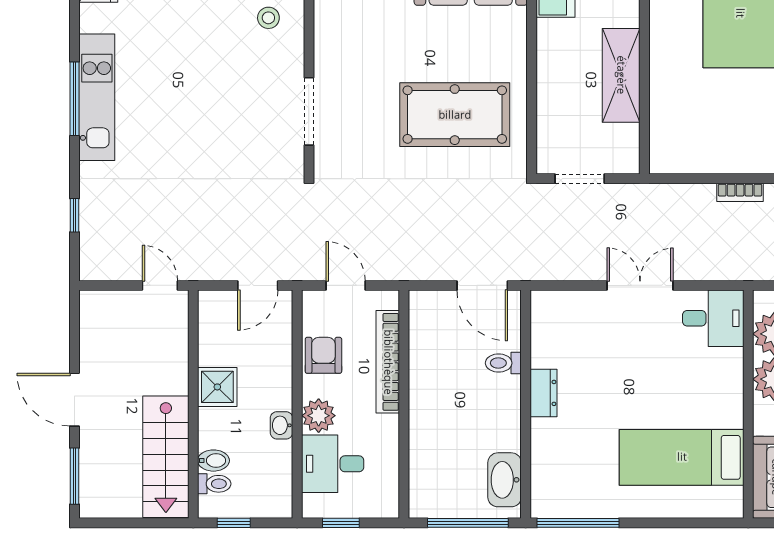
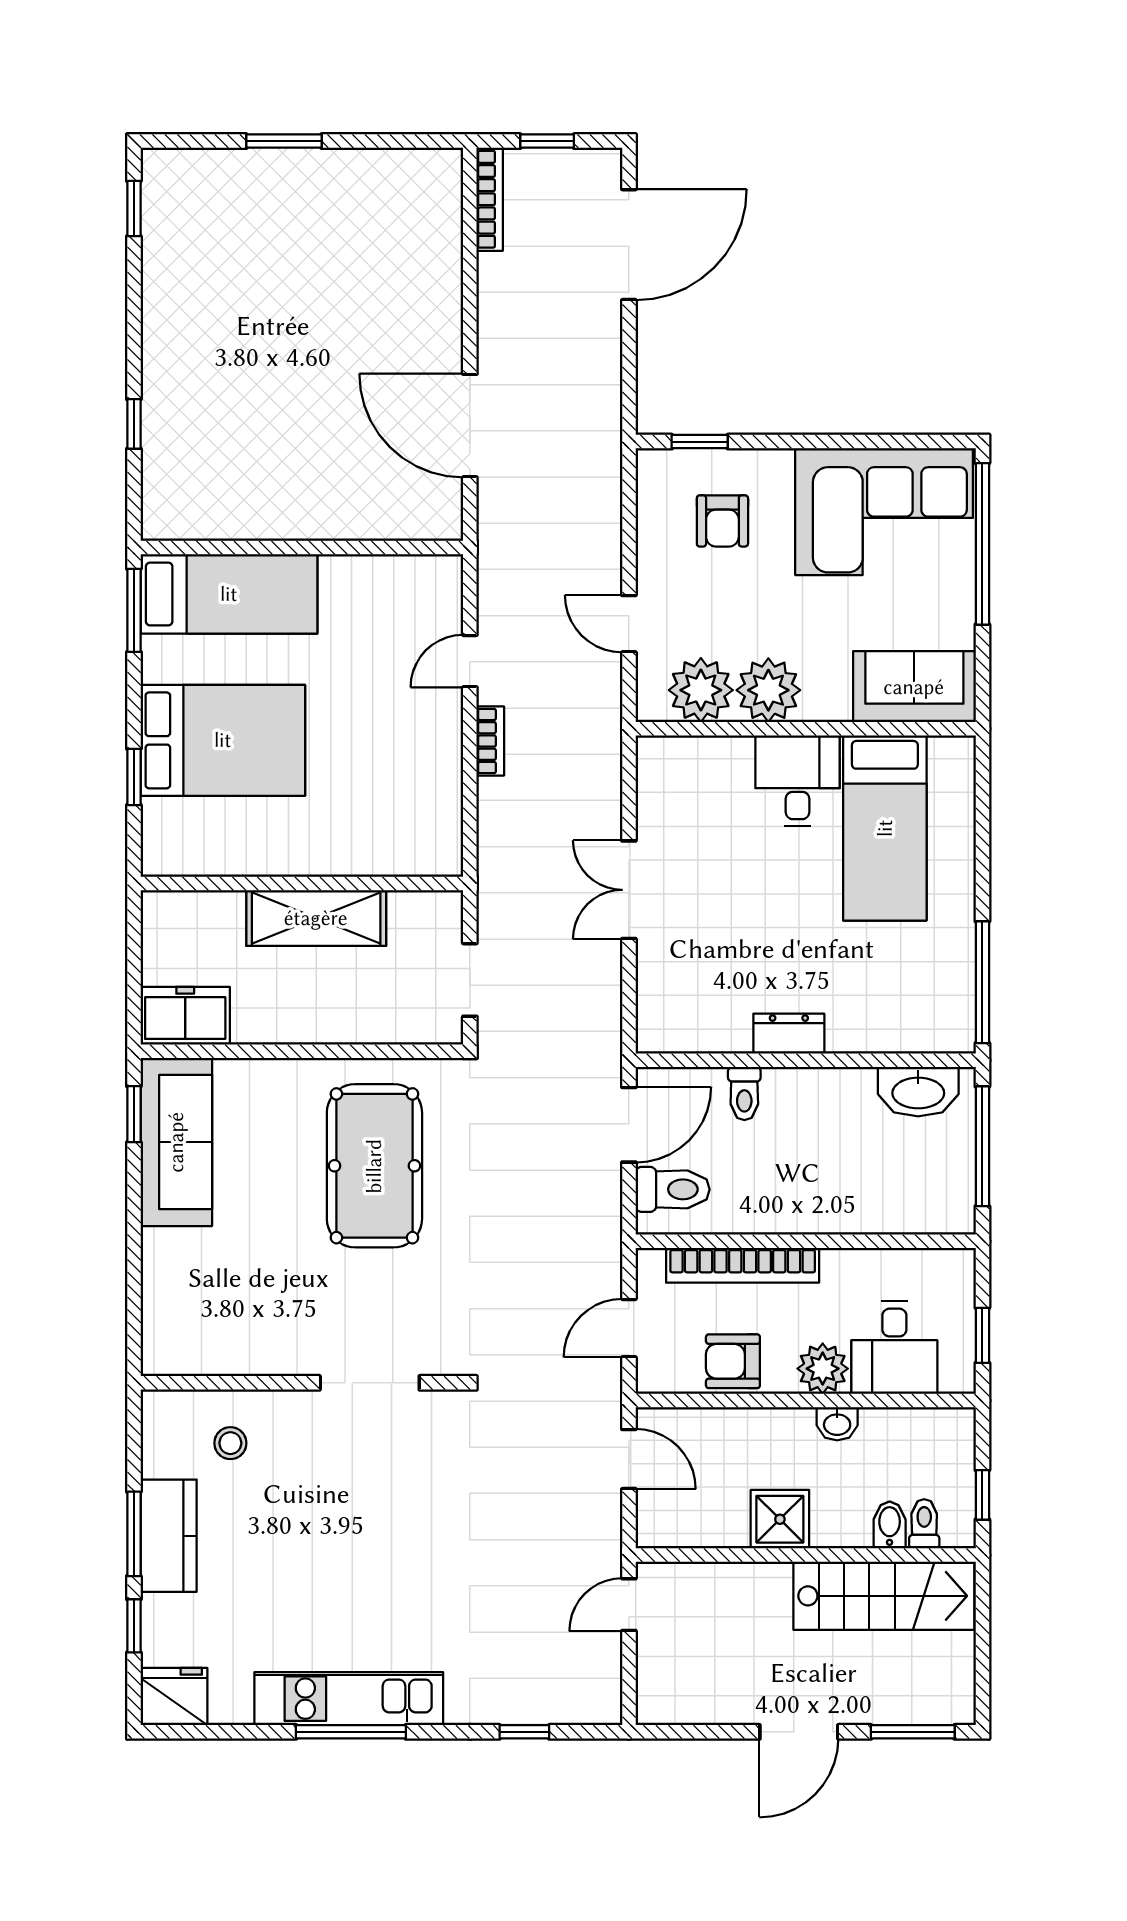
toilet: (439, 315) -> (673, 1189), added
desk: (713, 318) -> (798, 781), moved

